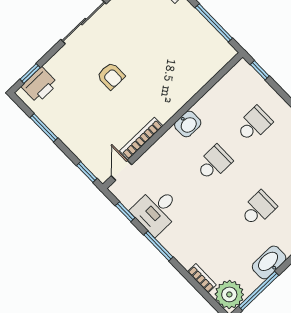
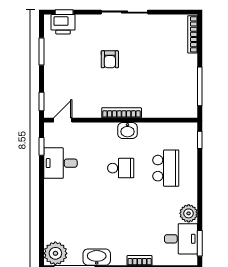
school desk: (254, 124) -> (166, 168), width x1.85
bookcase: (141, 138) -> (122, 113), moved
school desk: (258, 209) -> (121, 220), removed
window: (158, 246) -> (42, 185), removed
bookcase: (202, 278) -> (49, 228), removed

